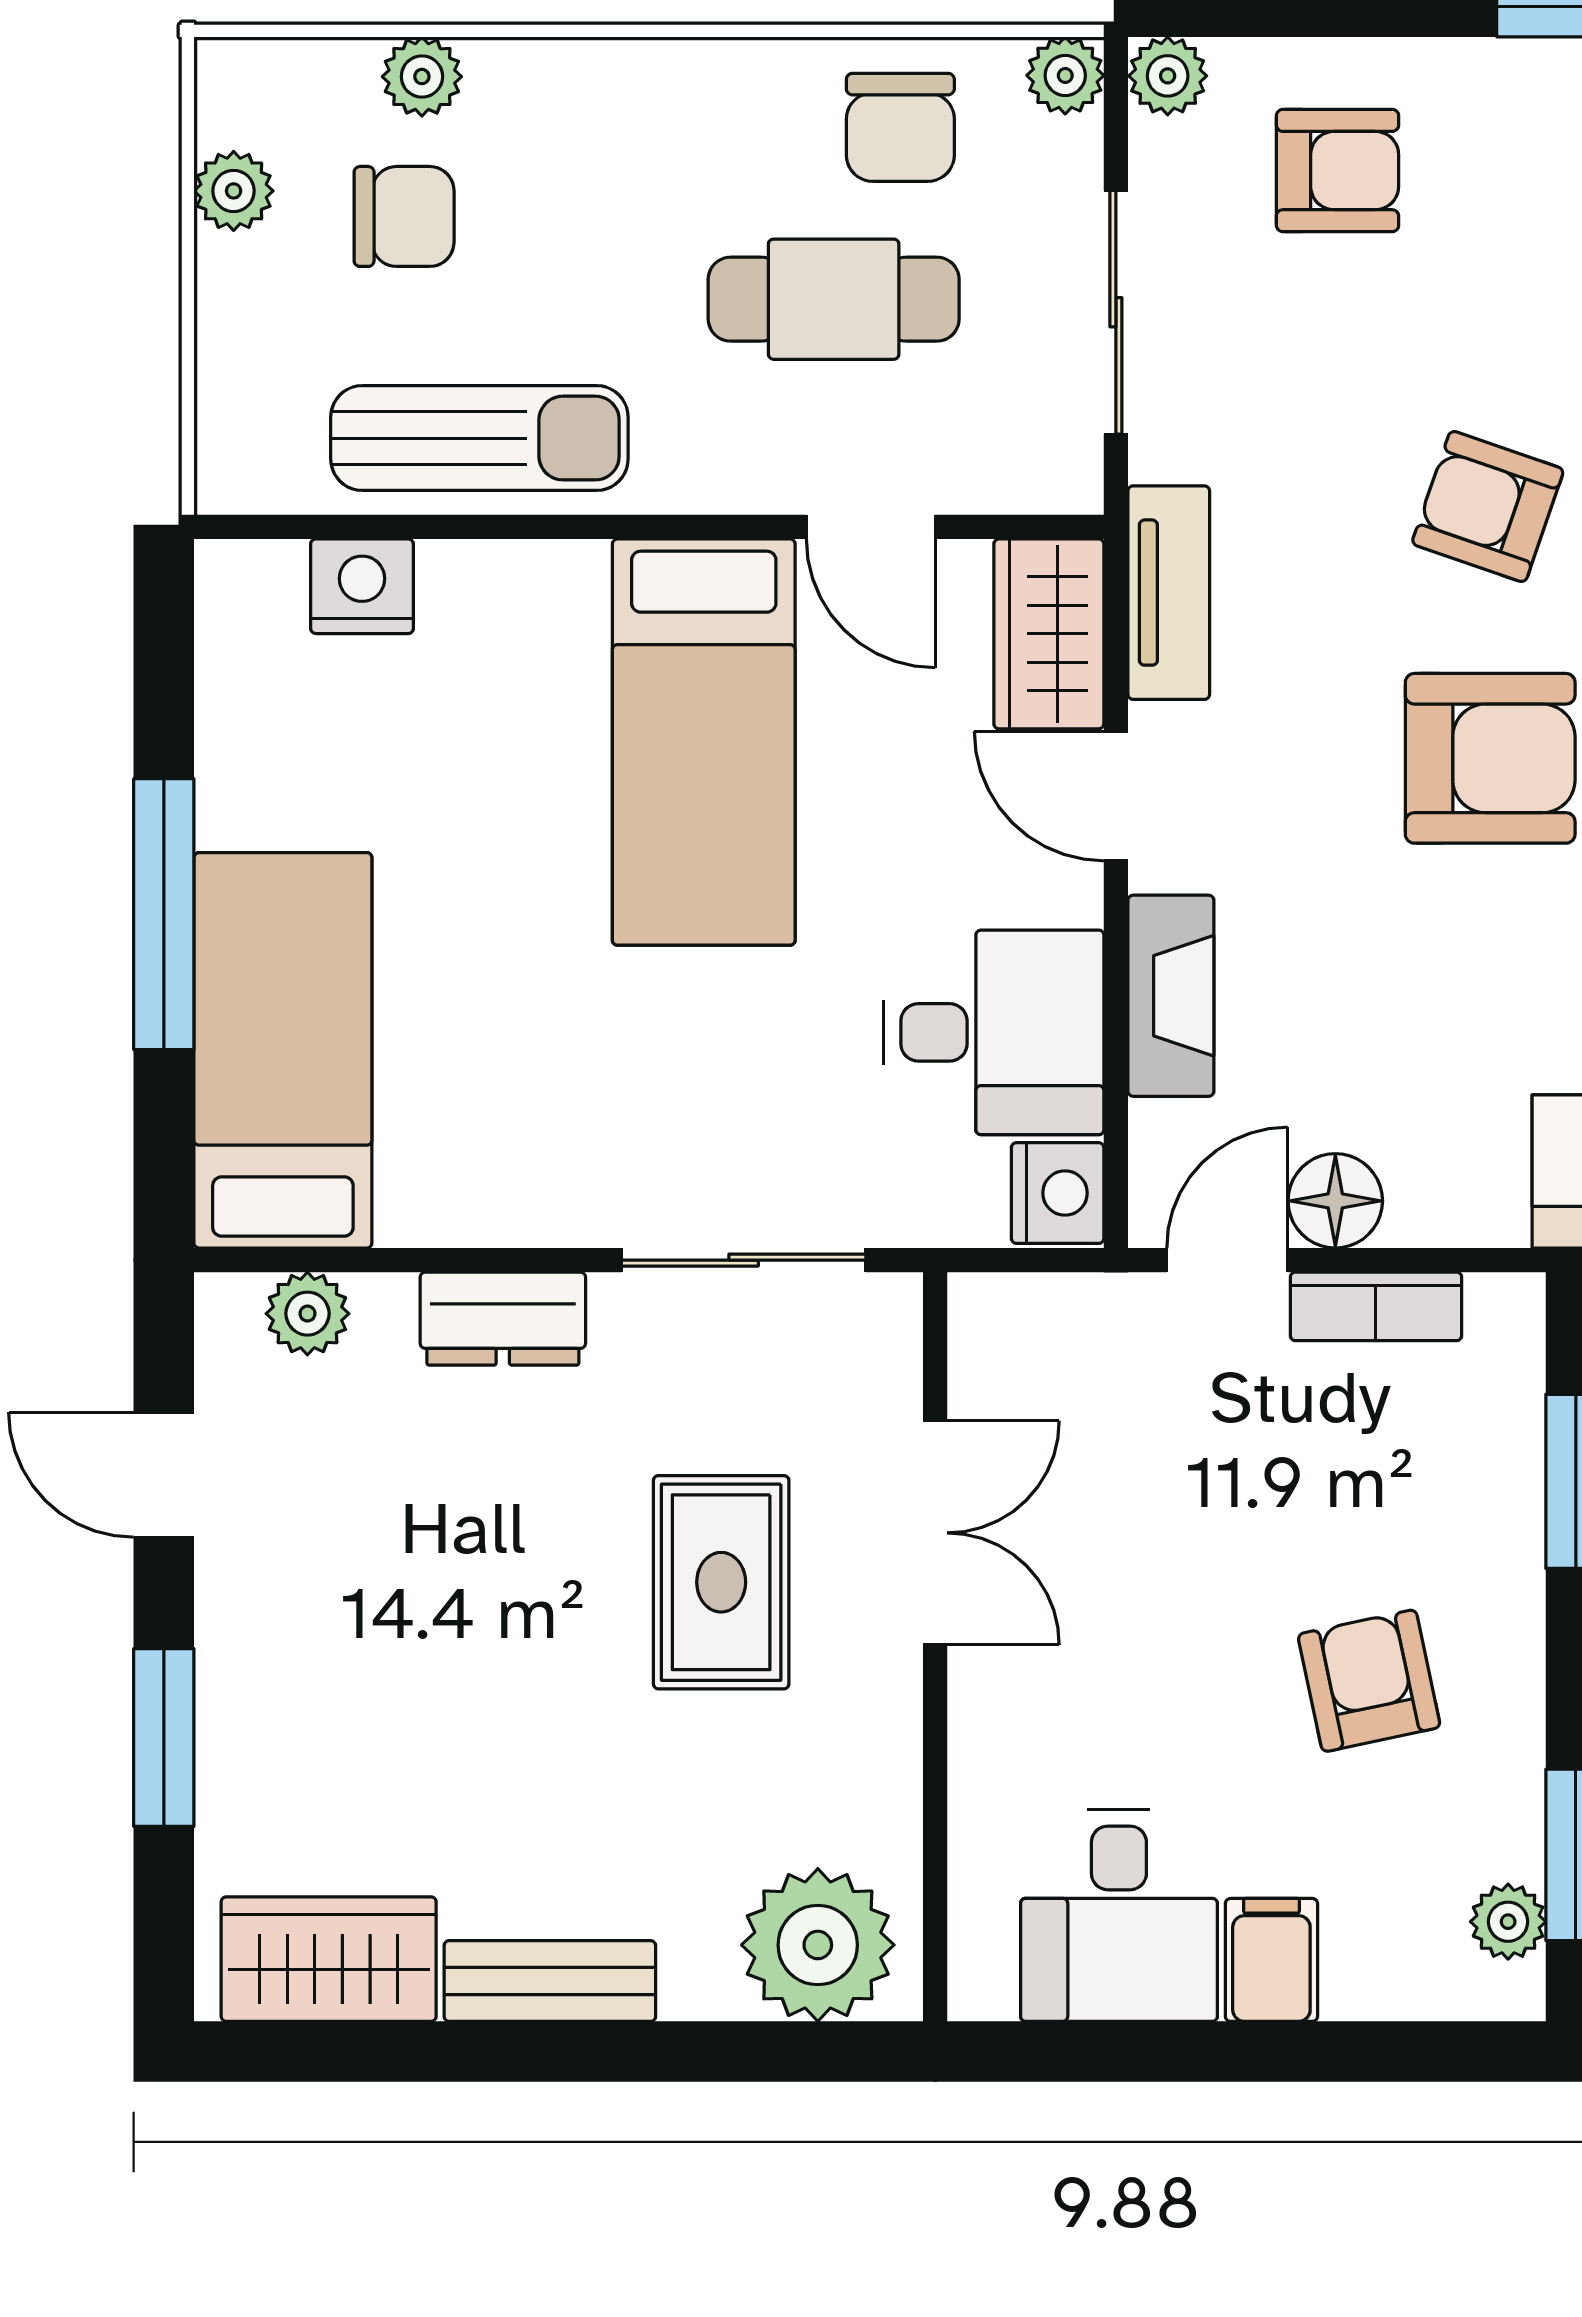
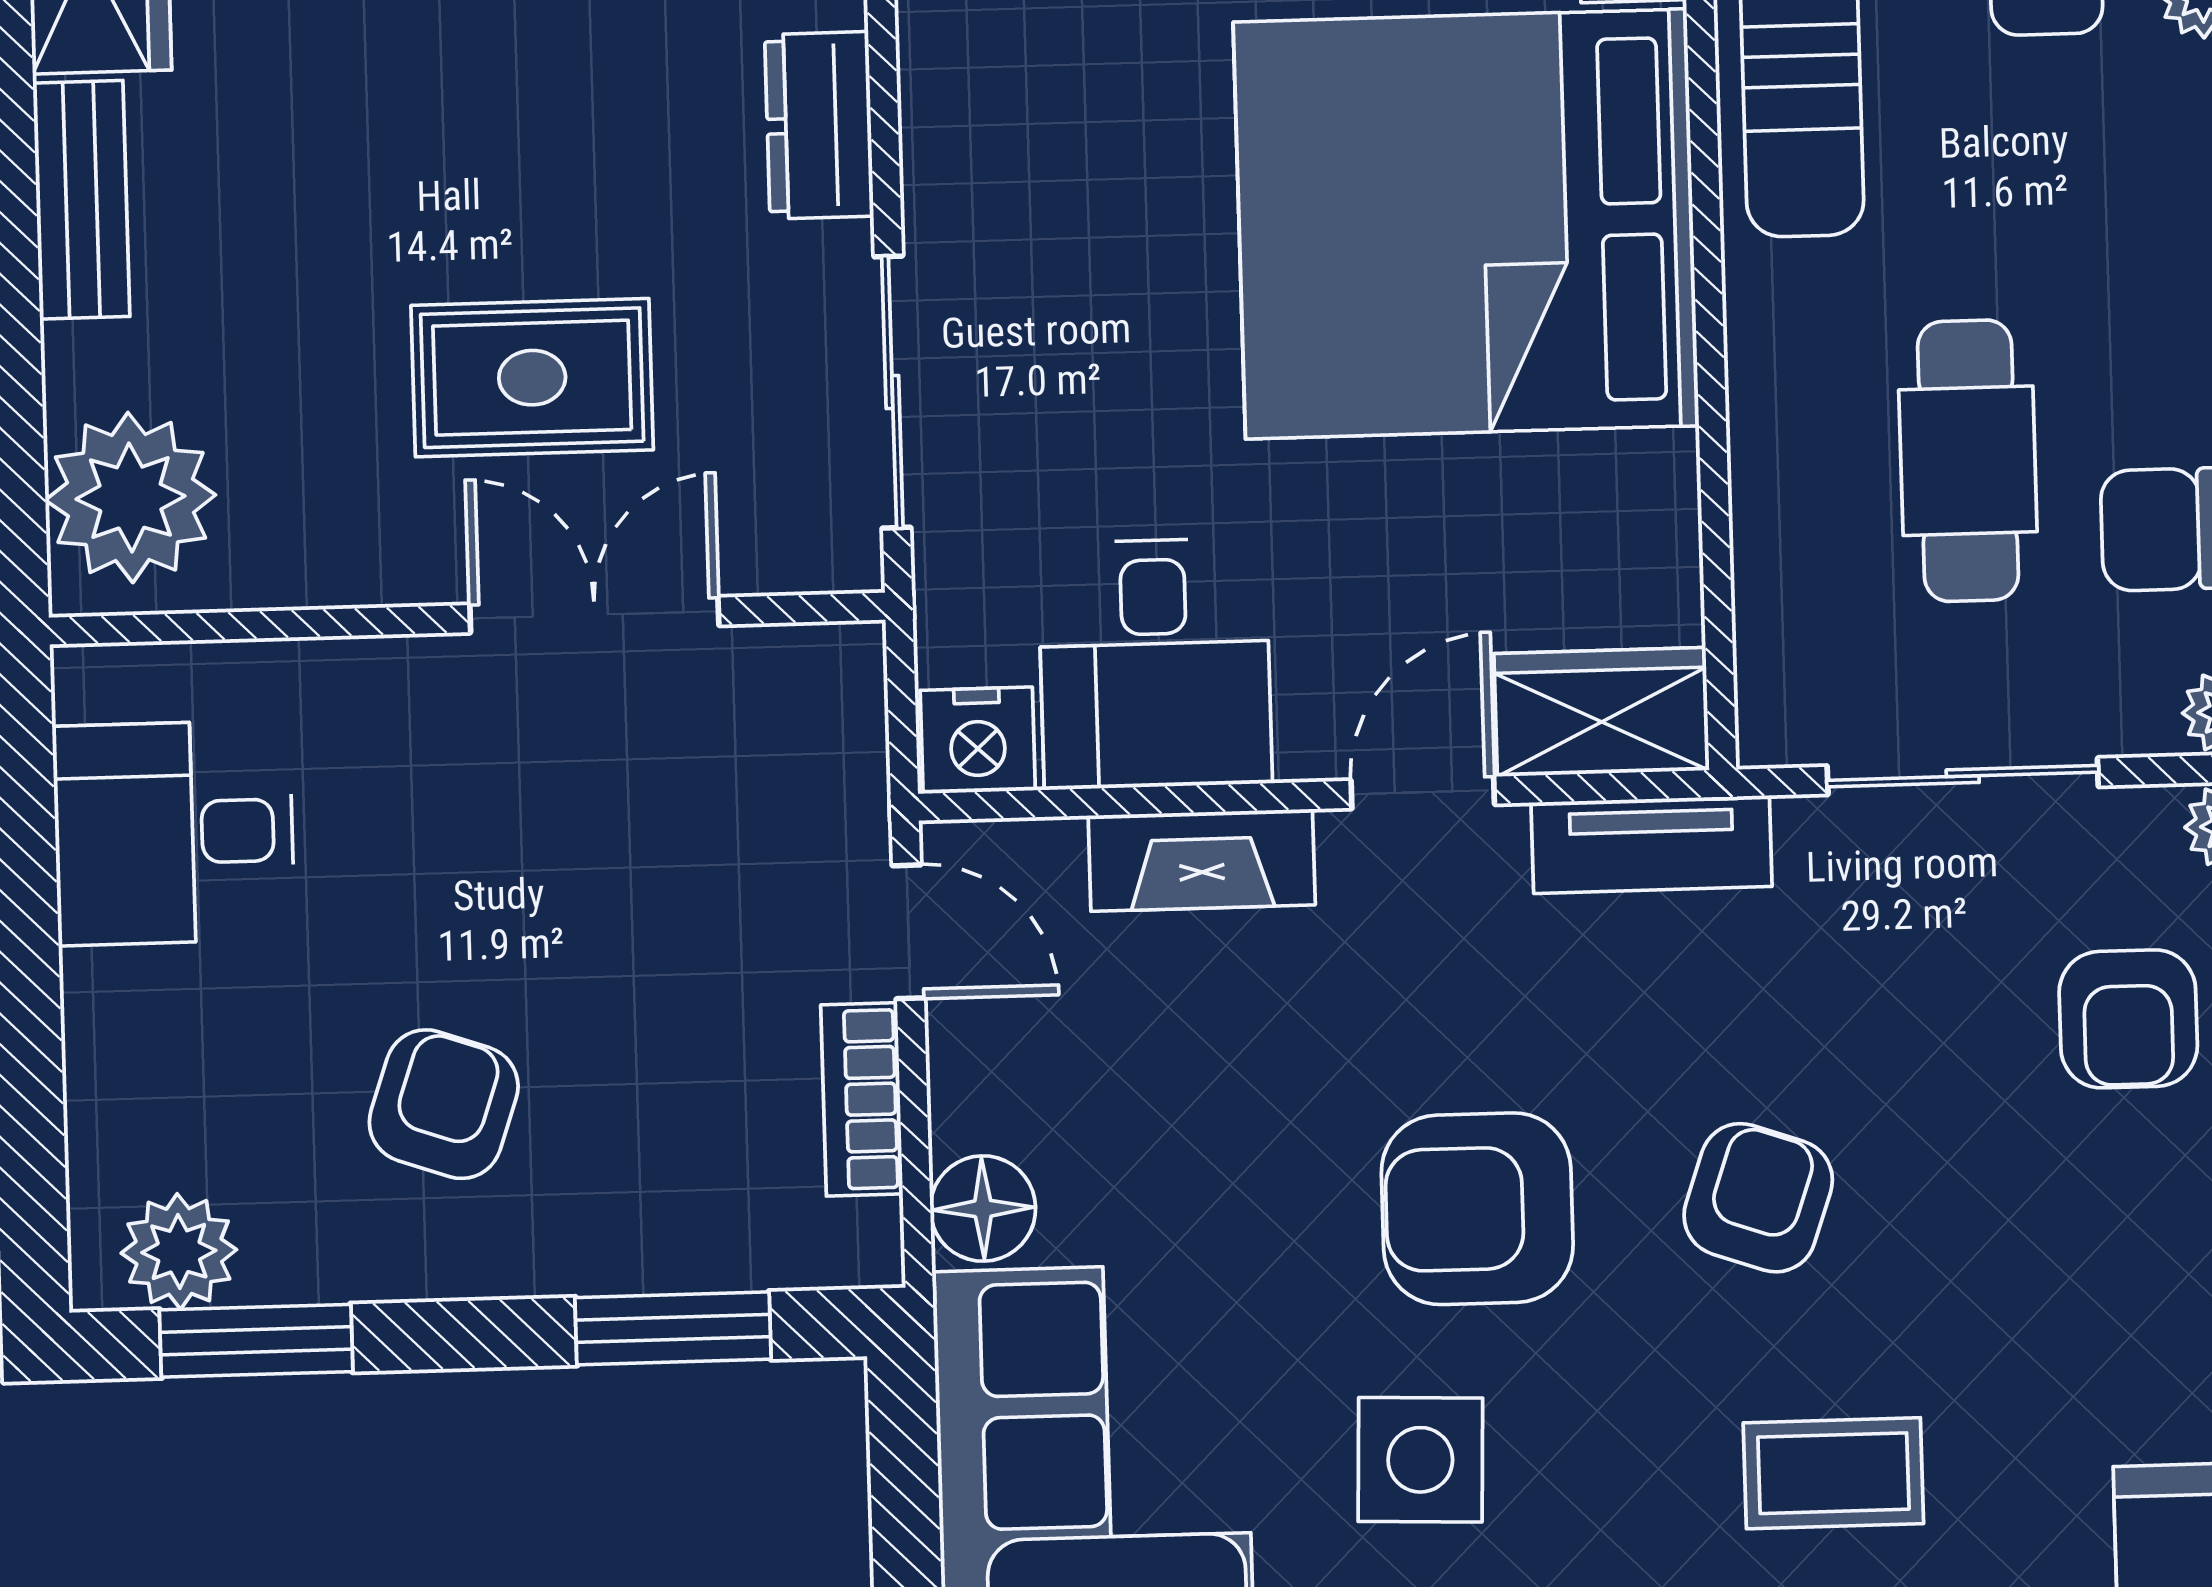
door: (871, 527) -> (1715, 510), removed
bed: (704, 742) -> (1466, 224), width x2.04
armchair: (1490, 758) -> (1477, 1209), turned 90
floor lamp: (1335, 1201) -> (983, 1209), moved
double door: (935, 1533) -> (594, 615), swing flipped
armchair: (1369, 1681) -> (444, 1104), turned -59
plant: (1508, 1922) -> (179, 1251), width x1.38, depth x1.38
filing cabinet: (1271, 1960) -> (129, 1004), removed

